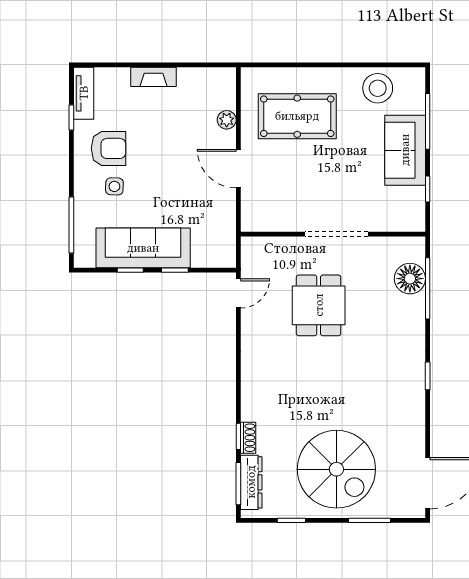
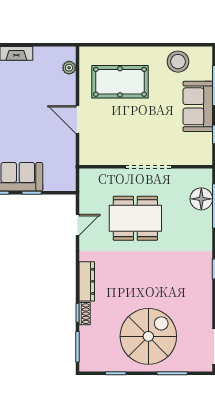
plant: (227, 120) -> (69, 68), moved
door: (238, 293) -> (77, 225), moved
dining table: (319, 305) -> (135, 218), width x1.38
spiral stairs: (336, 469) -> (148, 336), turned -90
dresser: (251, 482) -> (87, 281), moved

